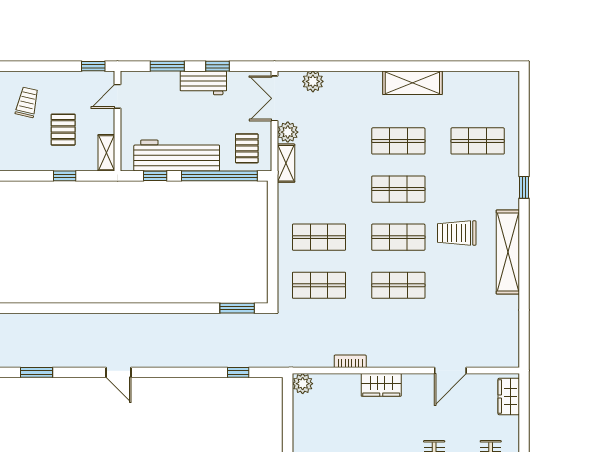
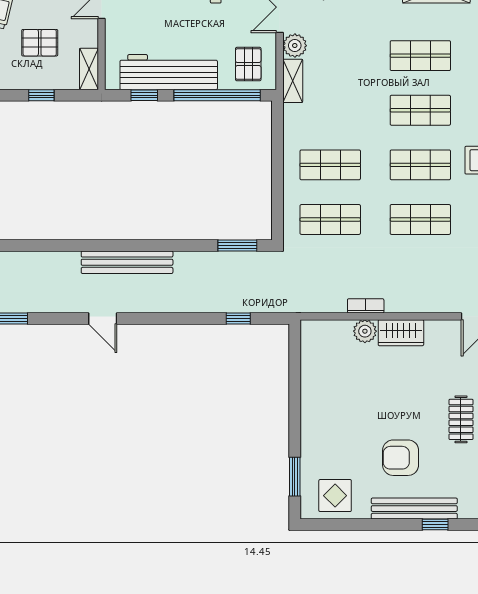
pallet: (63, 130) -> (40, 43), turned 90
bench: (140, 323) -> (127, 262), added
plant: (303, 384) -> (365, 331), moved

